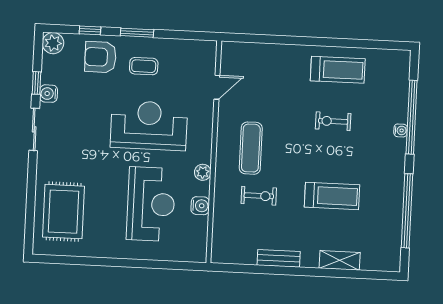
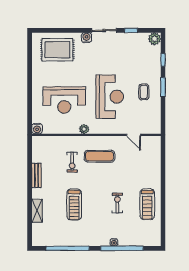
armchair: (100, 57) -> (148, 67), removed
water cooler: (49, 94) -> (86, 38), moved
water cooler: (200, 206) -> (37, 129), moved

